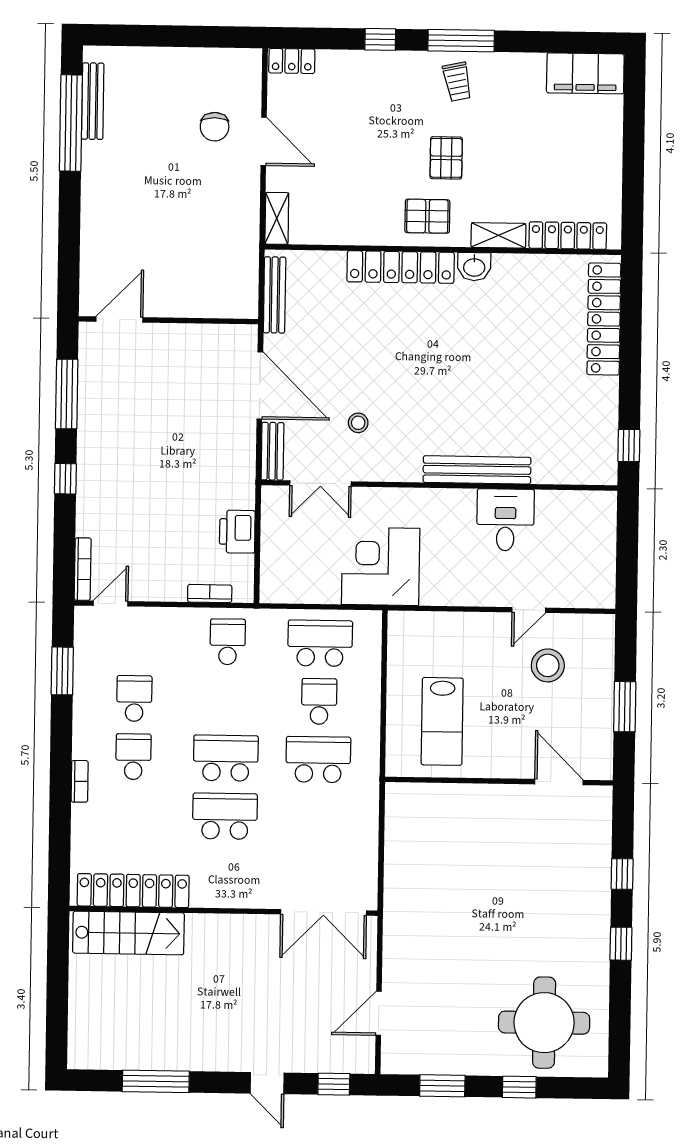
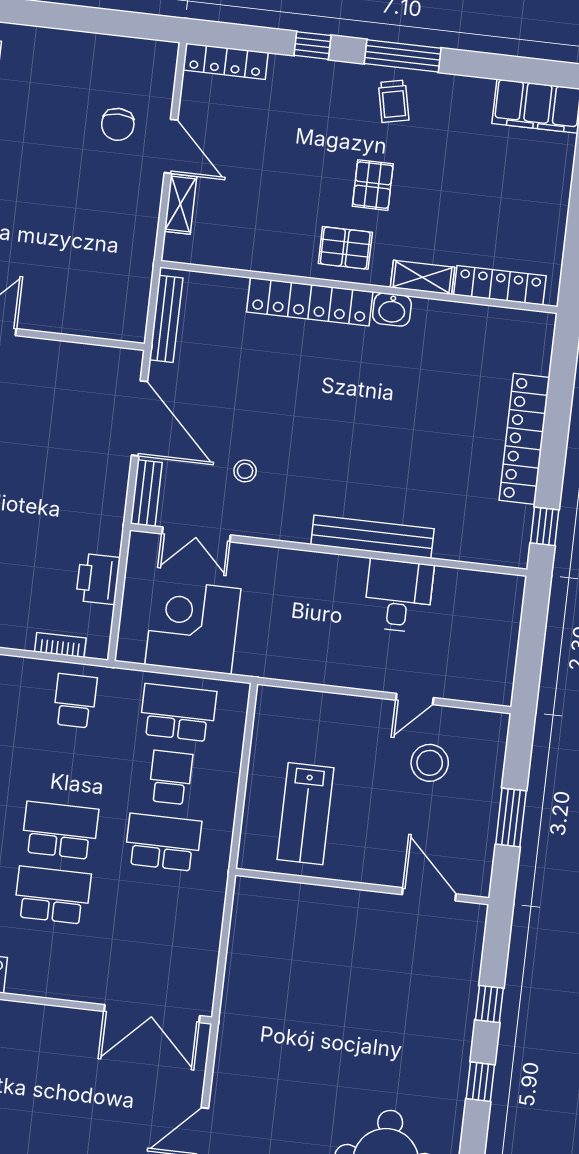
locker: (292, 61) -> (225, 61), width x1.53
shelving: (277, 218) -> (180, 204), moved
locker: (604, 319) -> (524, 439), moved
corner desk: (381, 566) -> (193, 627), moved

